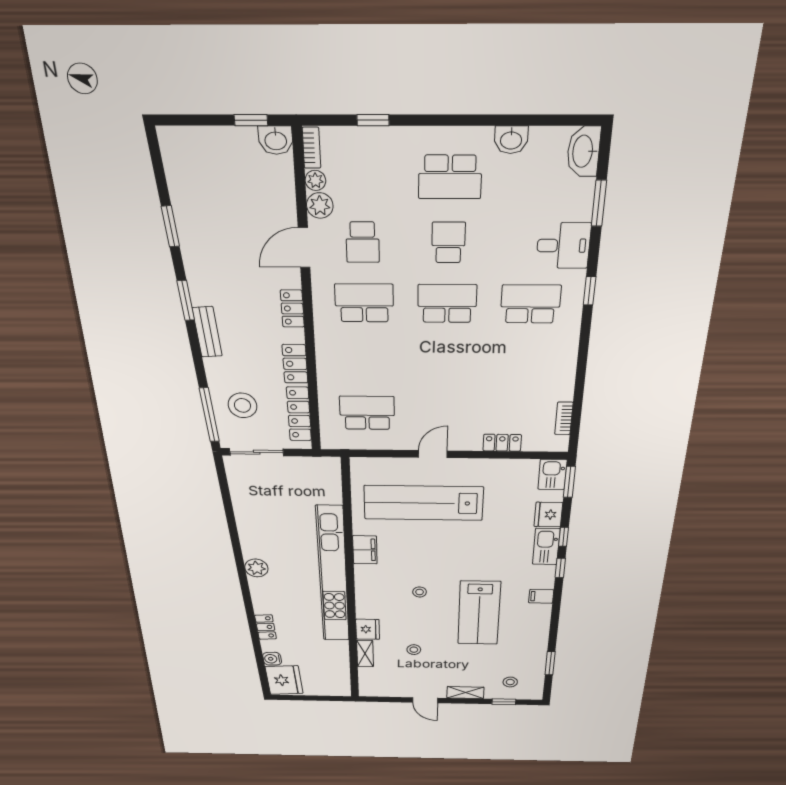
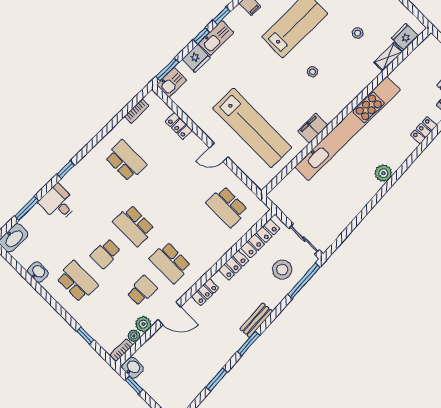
school desk: (531, 304) -> (126, 161), moved, turned 180
fridge: (368, 629) -> (405, 37), moved

